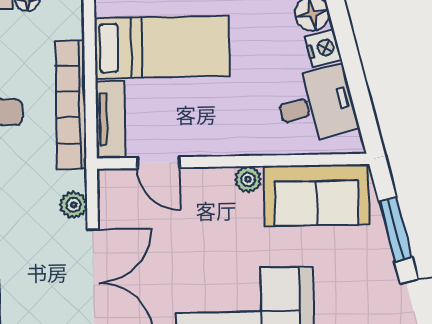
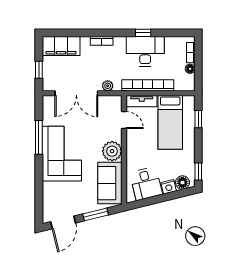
door: (158, 163) -> (124, 120), swing flipped
plant: (248, 179) -> (112, 151), width x1.87, depth x1.87

